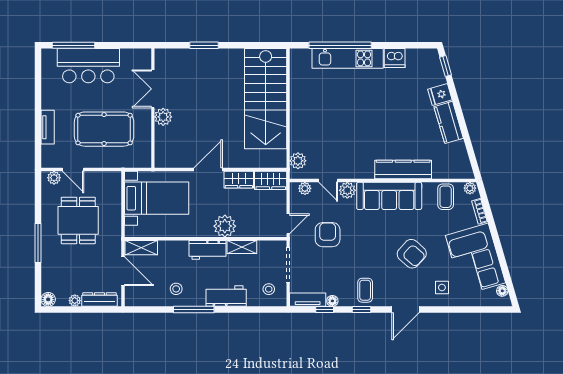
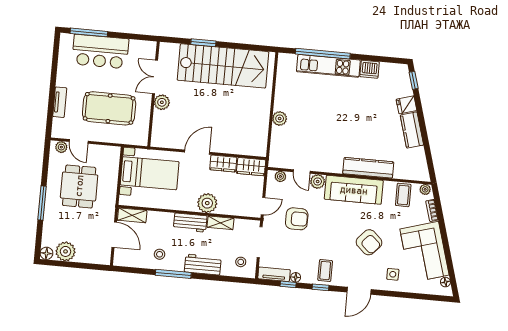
stairs: (266, 99) -> (223, 66), moved, turned -90
plant: (298, 161) -> (280, 119), moved
armchair: (328, 235) -> (297, 219), turned 90
dresser: (99, 300) -> (91, 258), removed
plant: (75, 301) -> (66, 251), width x1.88, depth x1.88

